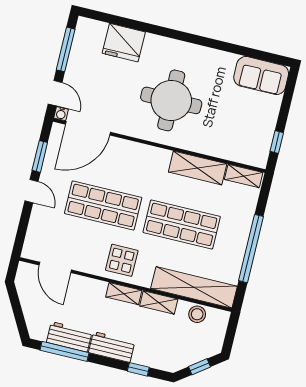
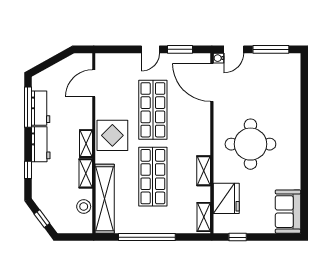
fridge: (124, 43) -> (226, 198), moved, turned 180
shelving: (198, 168) -> (204, 171), width x0.67, depth x0.75
display table: (122, 260) -> (112, 135), width x1.36, depth x1.36

